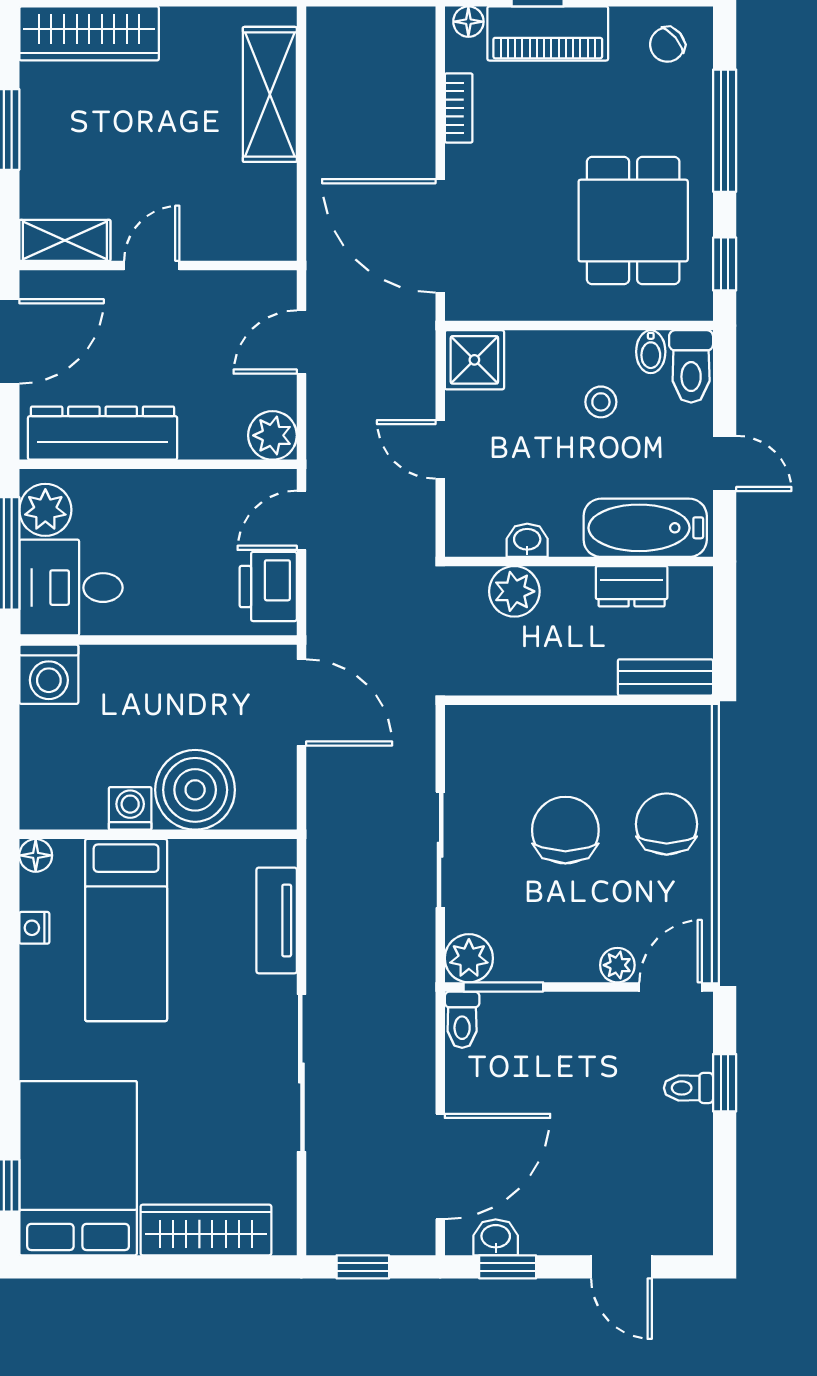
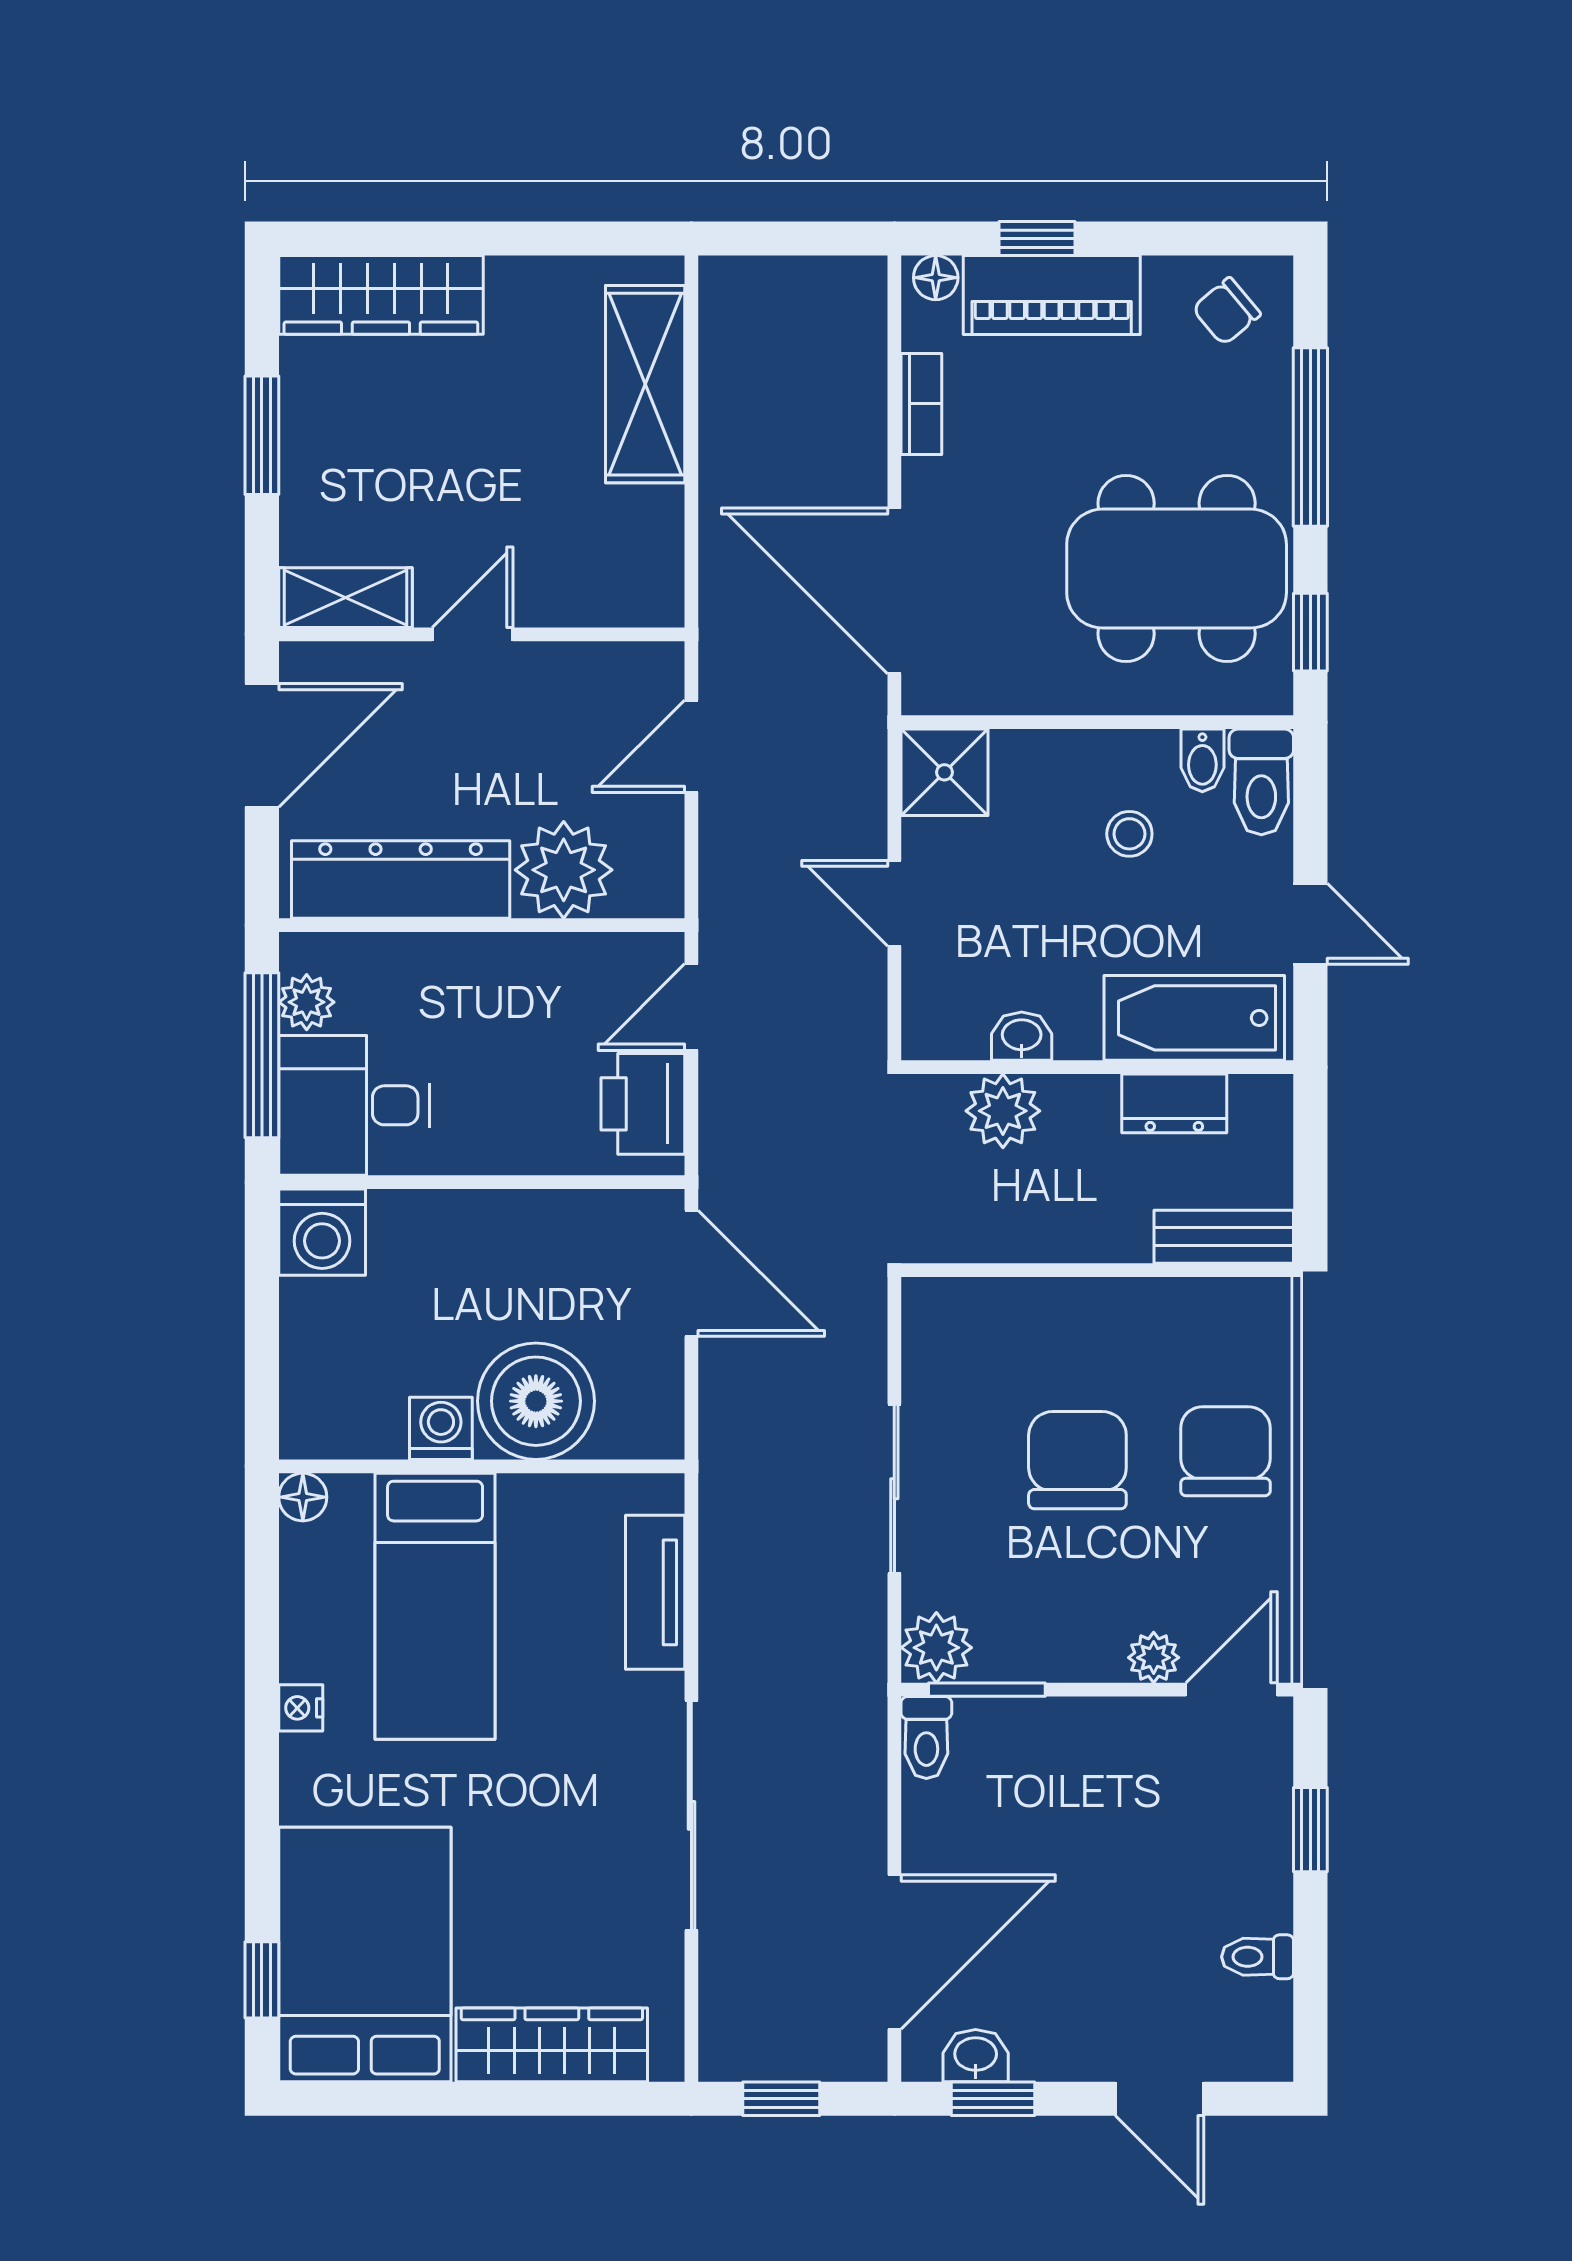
dining table: (633, 221) -> (1177, 569), width x1.38
plant: (272, 435) -> (564, 870), moved, width x1.36, depth x1.36
plant: (45, 510) -> (307, 1002), width x0.73, depth x0.73
nightstand: (34, 928) -> (301, 1708), moved
toilet: (688, 1088) -> (1258, 1957), moved

